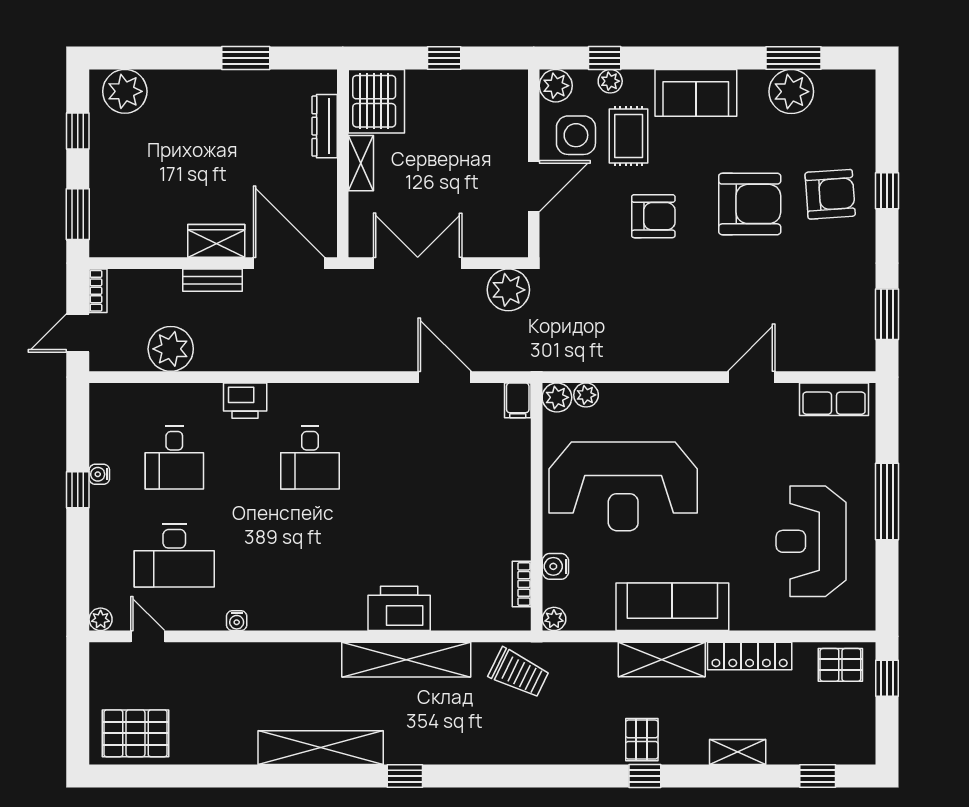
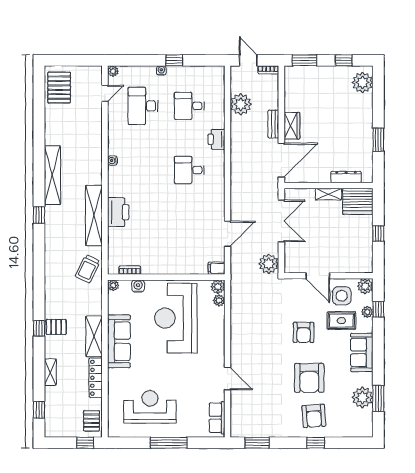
water cooler: (99, 474) -> (161, 70), moved
water cooler: (237, 621) -> (112, 161), moved

